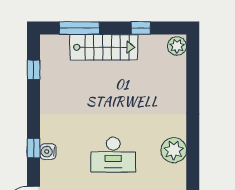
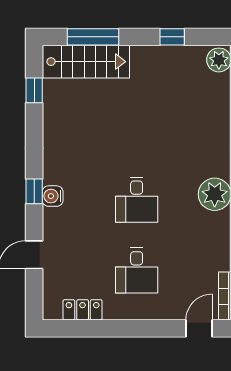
stairs: (104, 47) -> (86, 62), moved
desk: (113, 155) -> (137, 200), width x0.73

